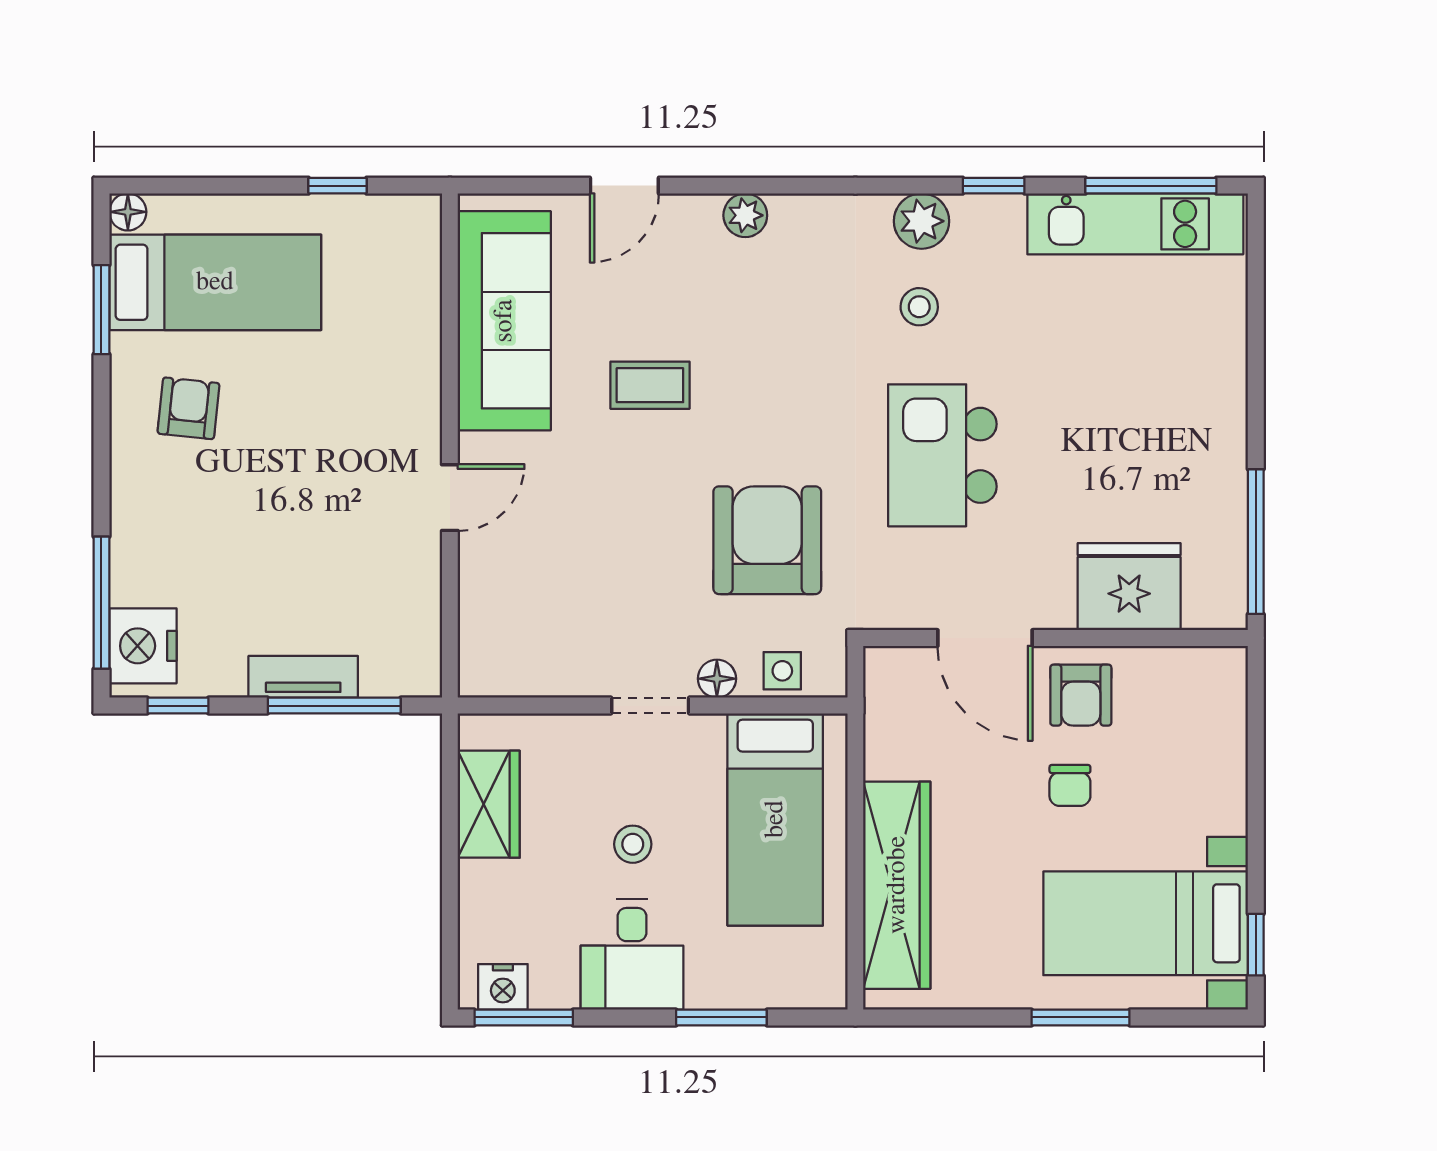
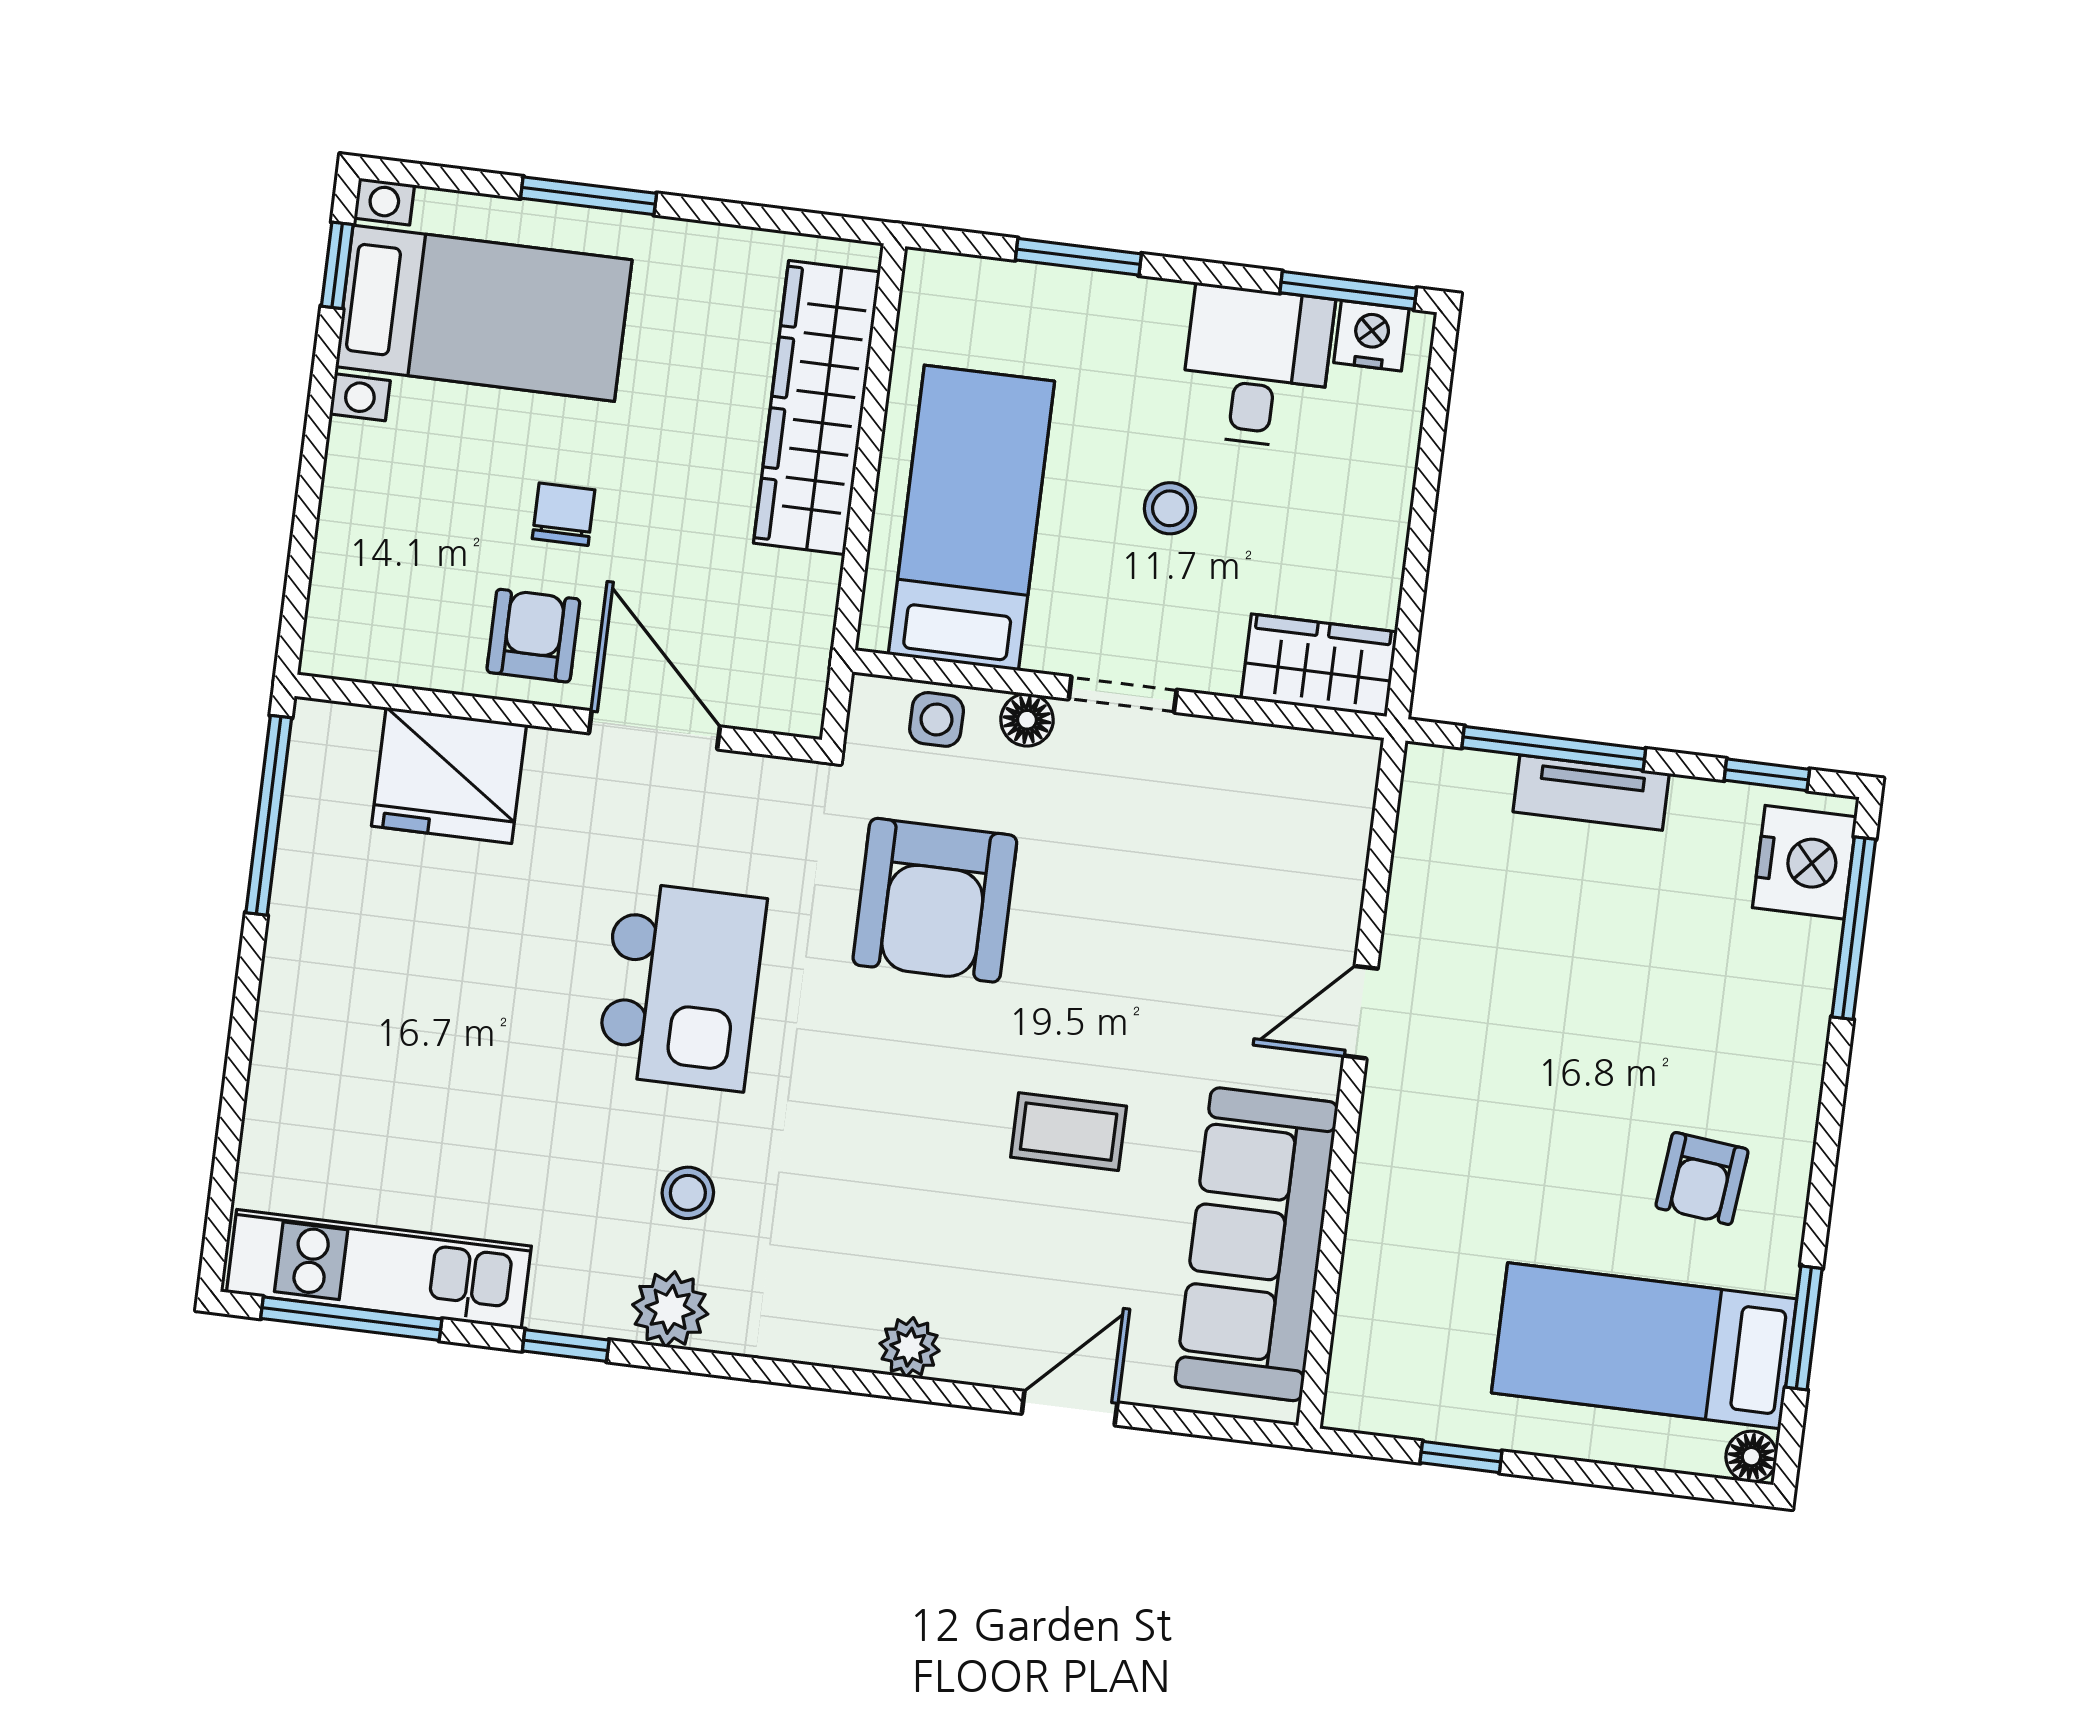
wardrobe: (489, 804) -> (1319, 665), moved, turned 90
desk: (632, 954) -> (1256, 366), moved

